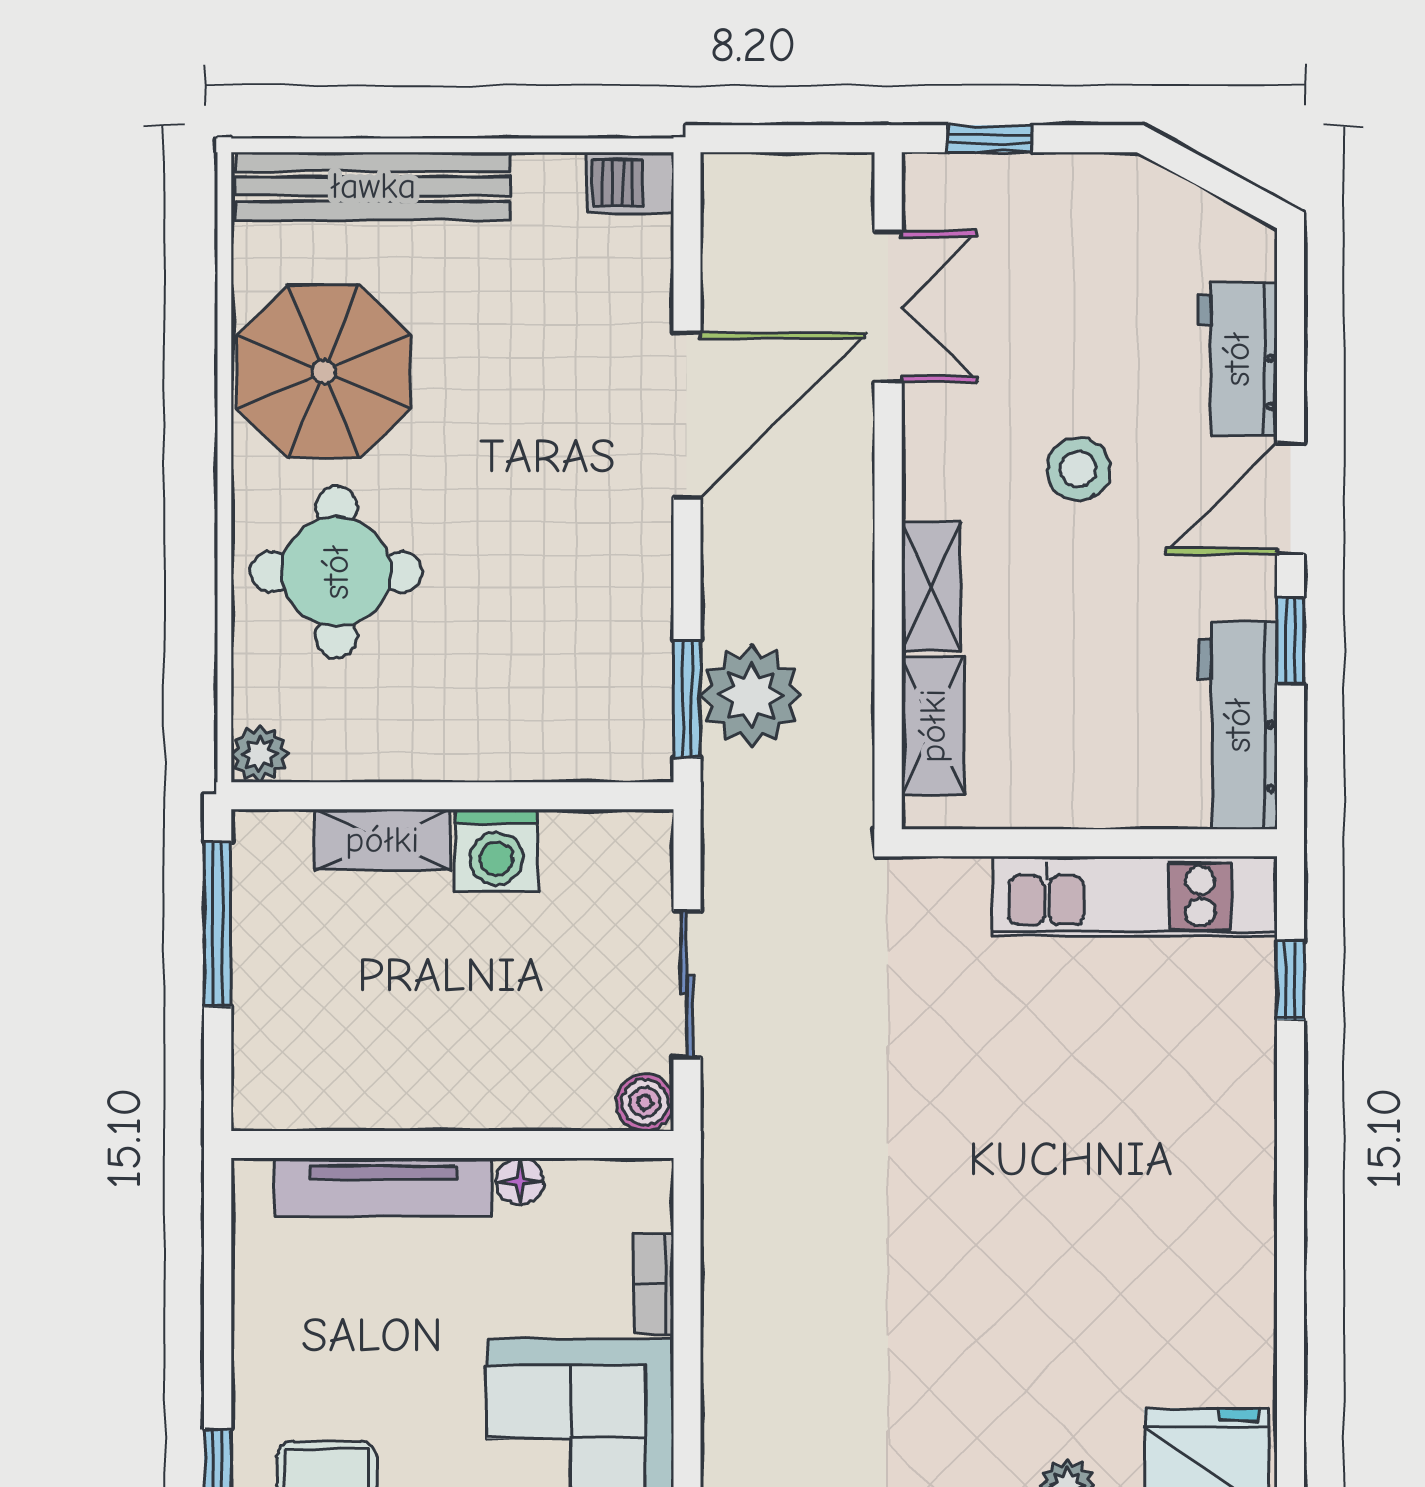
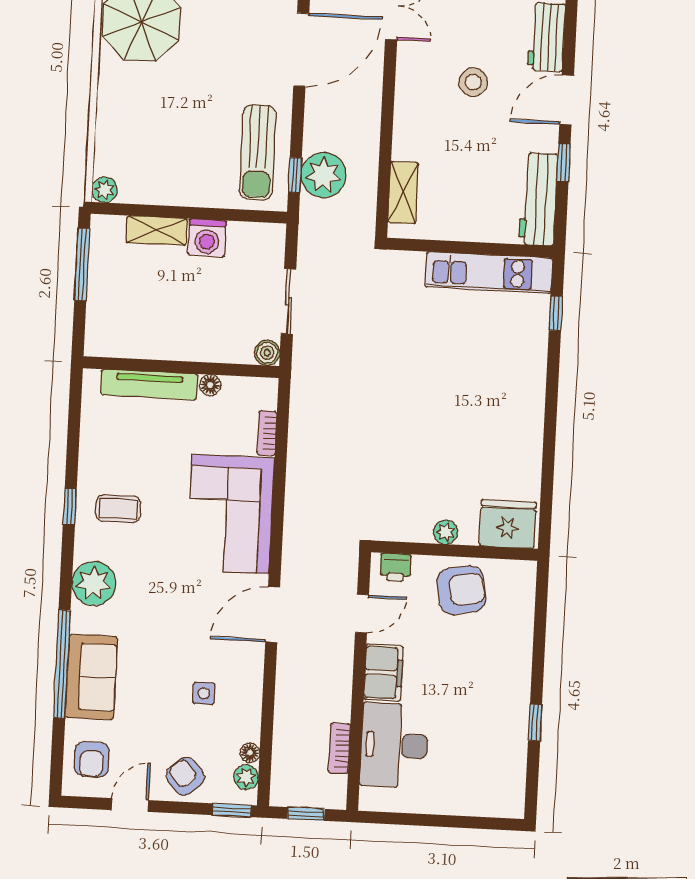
round table: (336, 572) -> (143, 111), removed
shelving: (931, 586) -> (405, 131), removed
sun lounger: (600, 652) -> (258, 152), added
window: (687, 699) -> (295, 175), width x0.67

